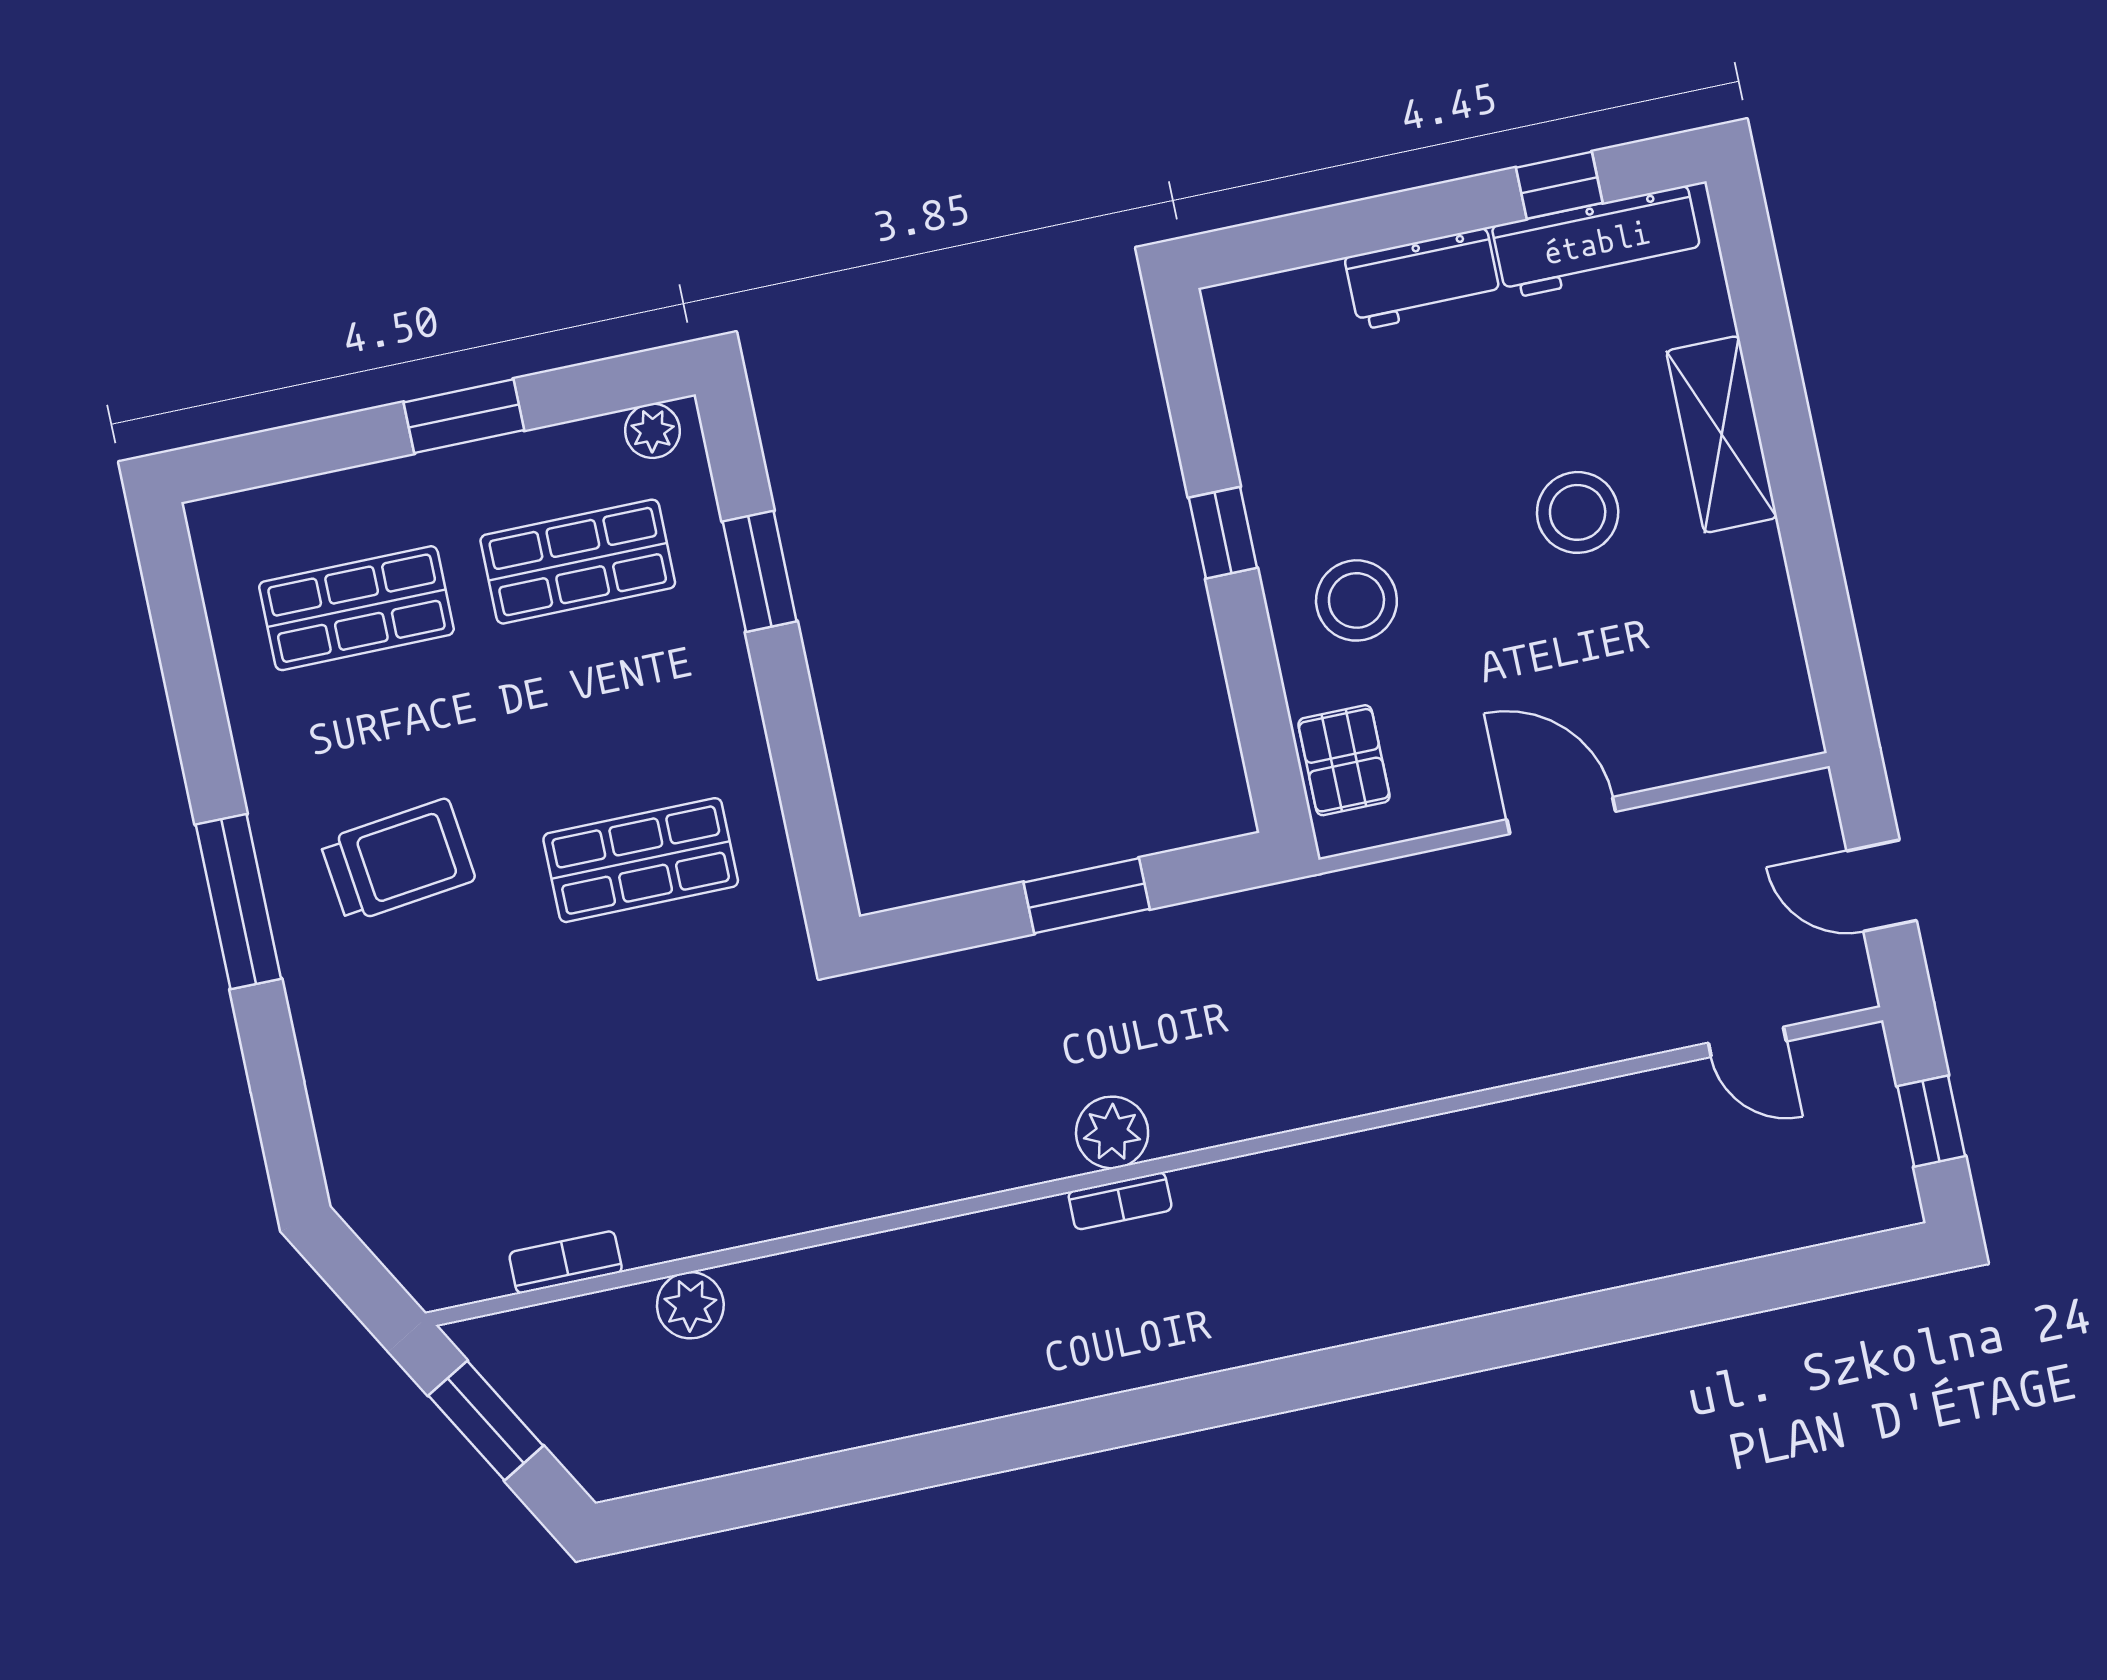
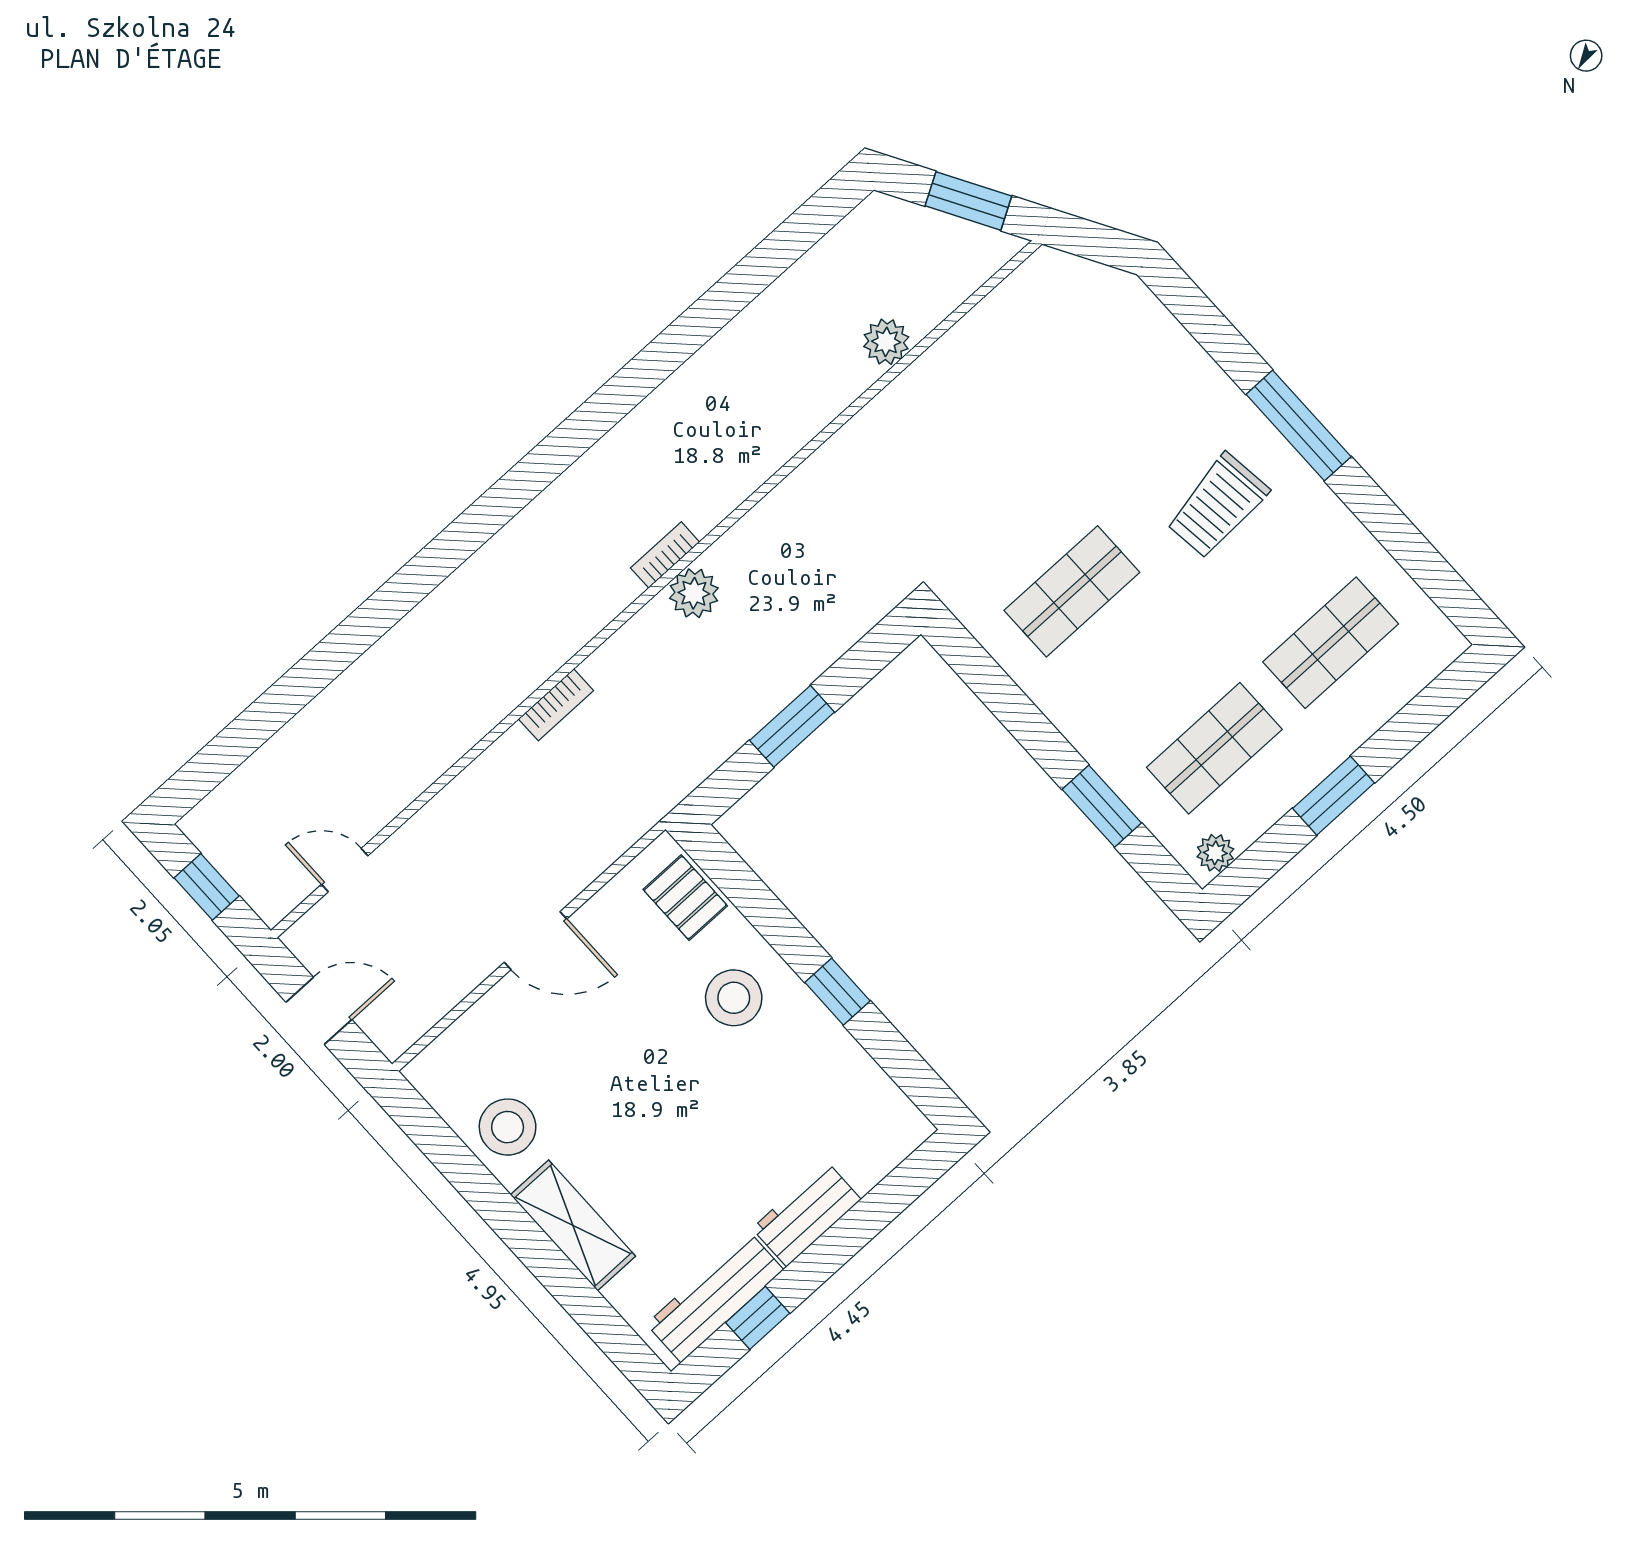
stool: (1578, 512) -> (508, 1127), moved
bookcase: (566, 1262) -> (556, 705), moved

